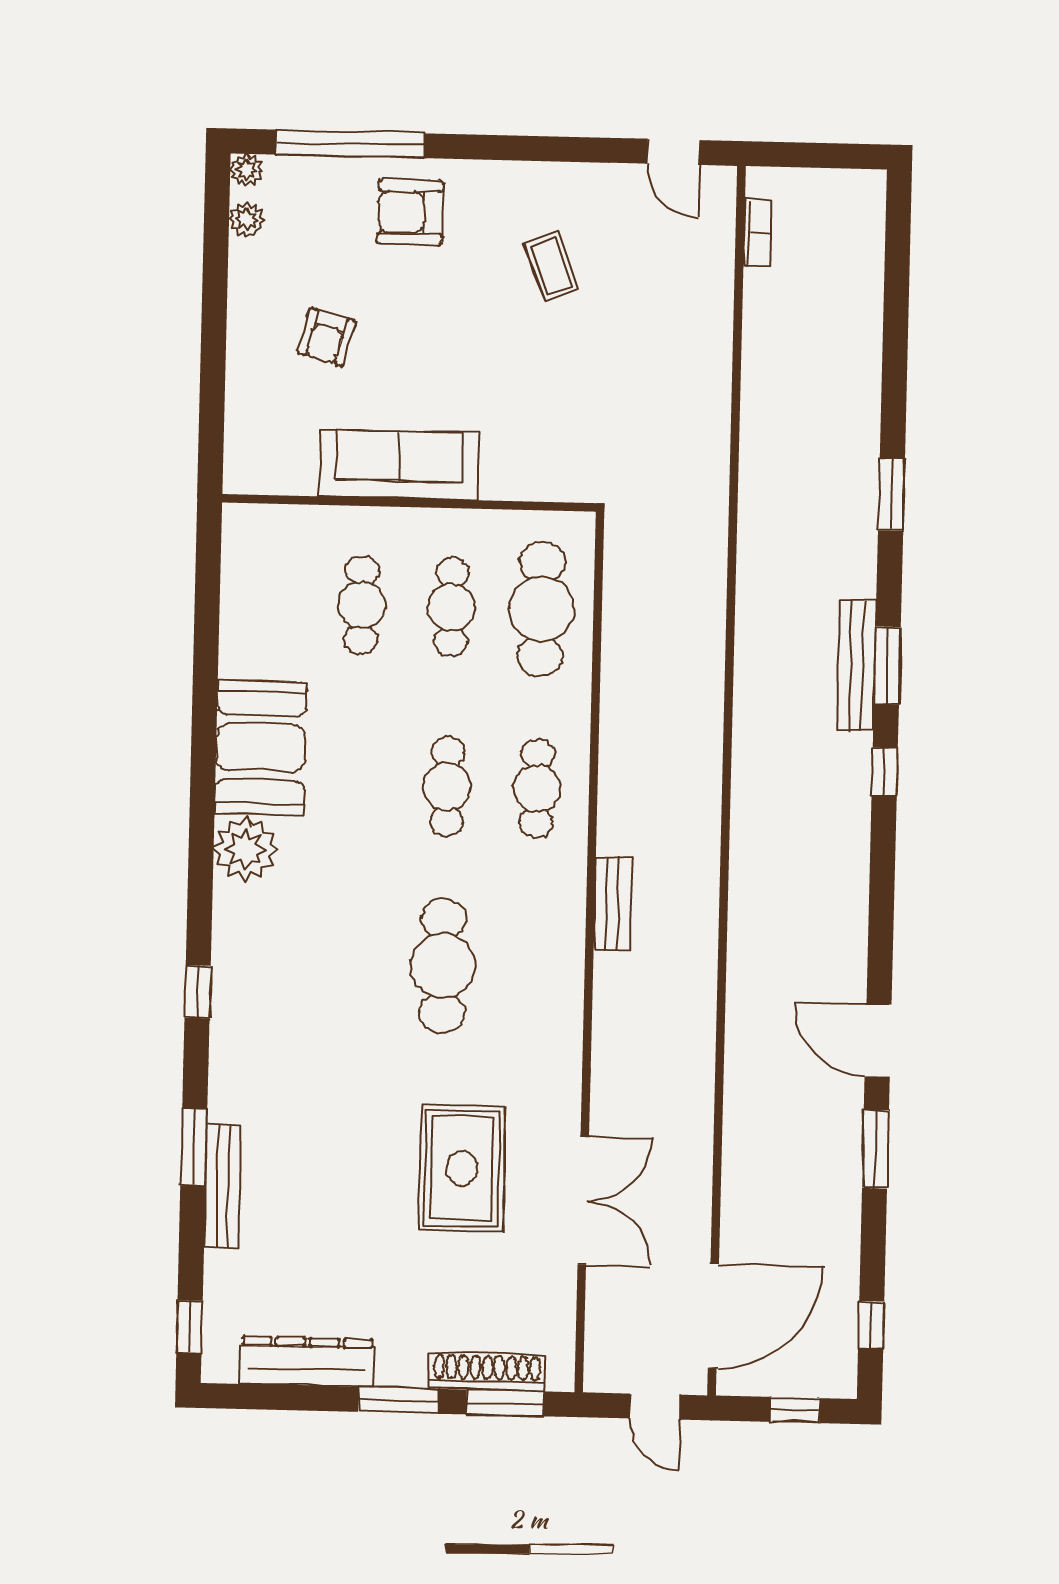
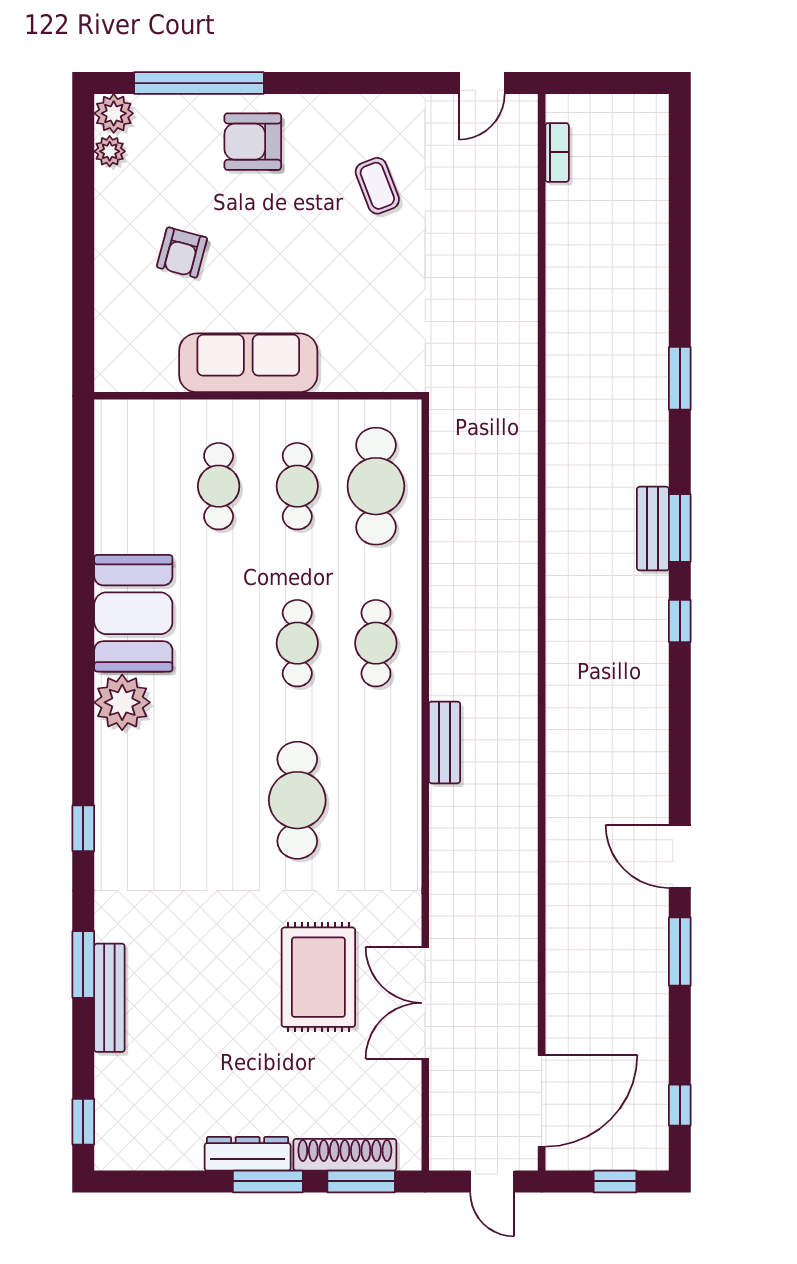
door: (673, 152) -> (482, 83), hinge flipped
plant: (246, 170) -> (114, 113), width x1.38, depth x1.38
bench: (857, 665) -> (653, 529), width x0.73
double door: (583, 1201) -> (425, 1003), swing flipped
dresser: (307, 1362) -> (248, 1154), moved, width x0.73, depth x0.80

